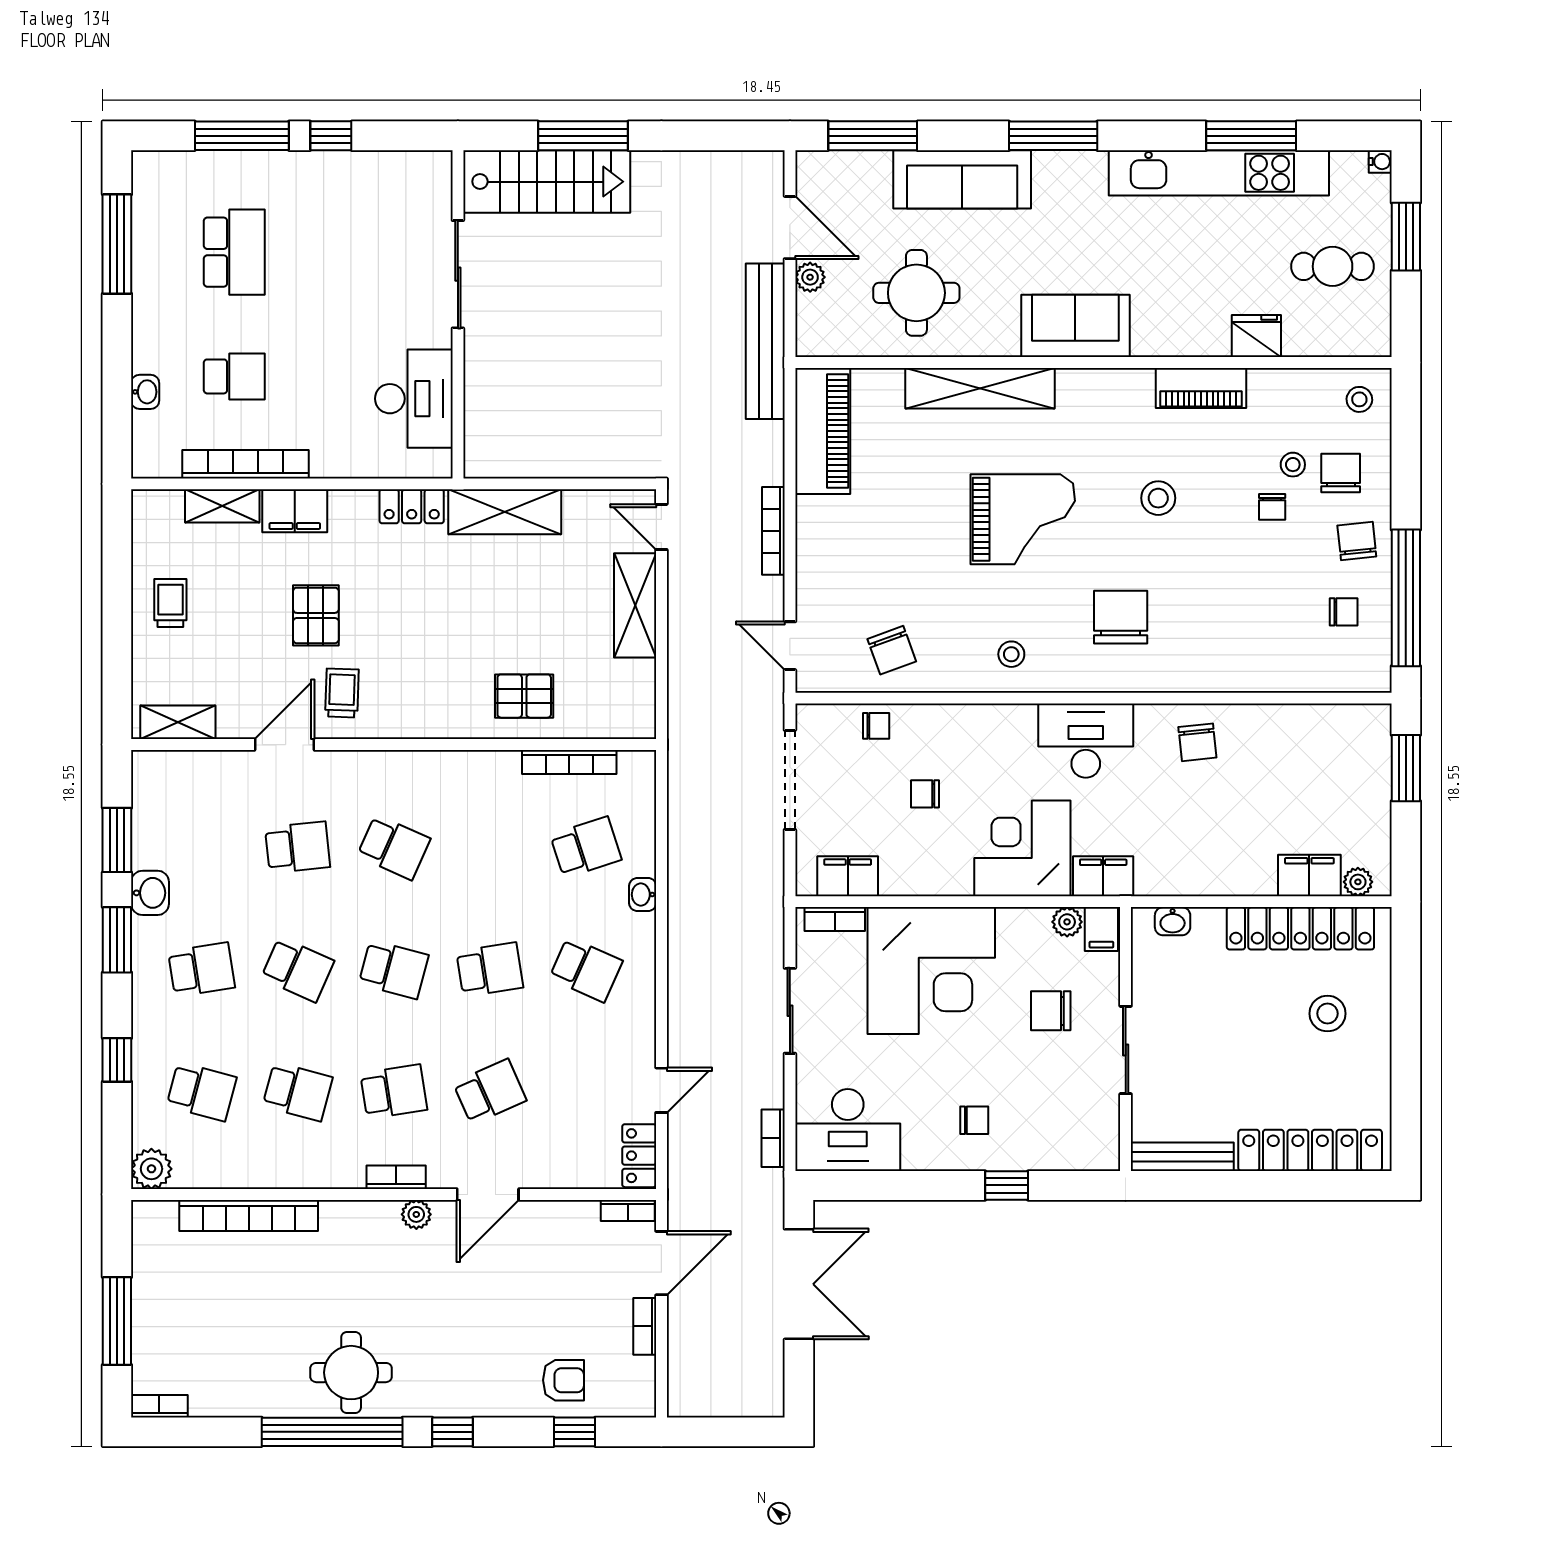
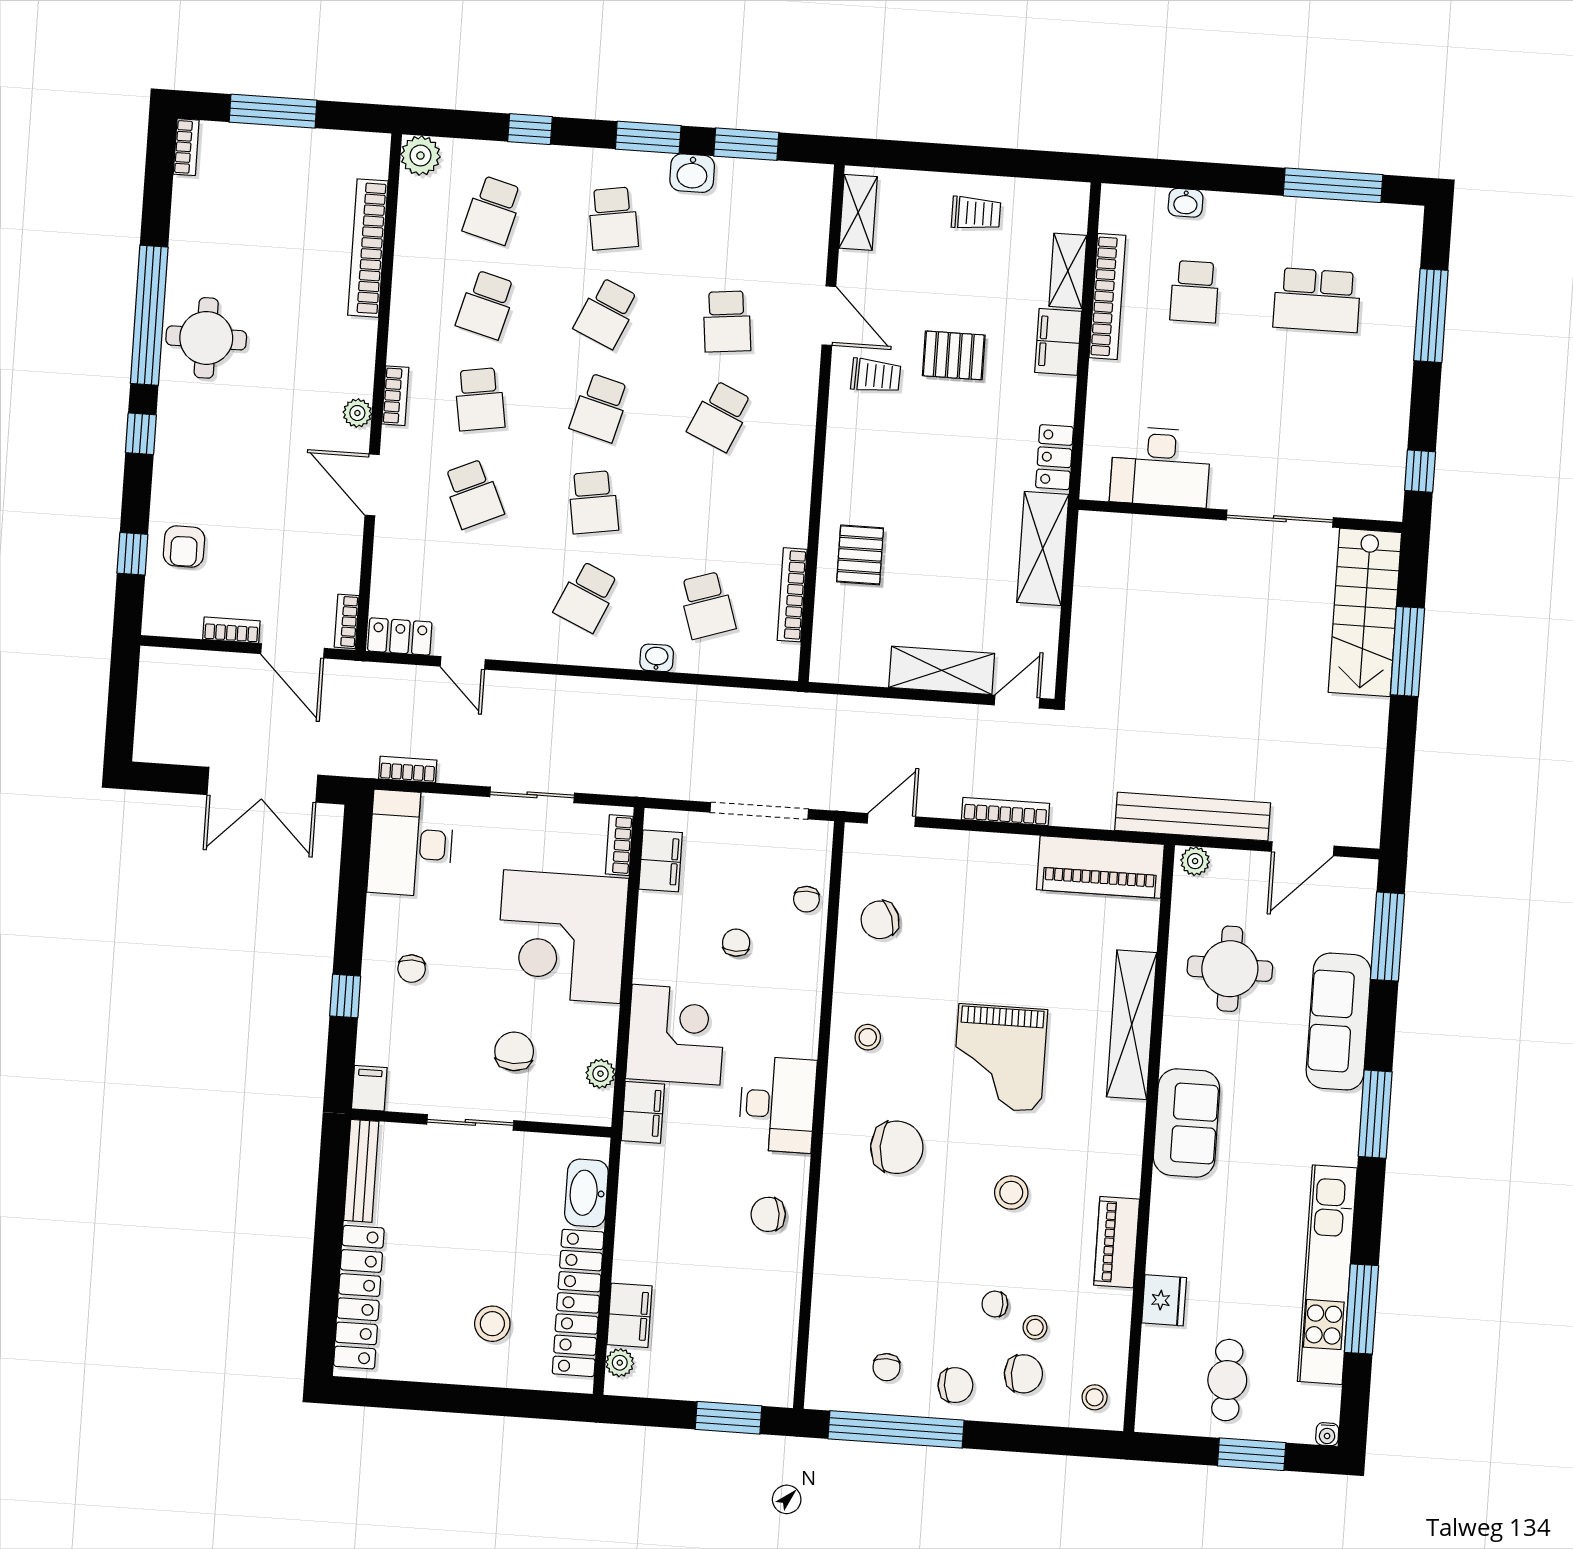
window: (331, 136) -> (1420, 471), moved
plant: (810, 277) -> (1195, 861), moved
washbasin: (1173, 921) -> (586, 1193), width x1.91, depth x1.45
filing cabinet: (1101, 929) -> (369, 1088), moved, turned 90

